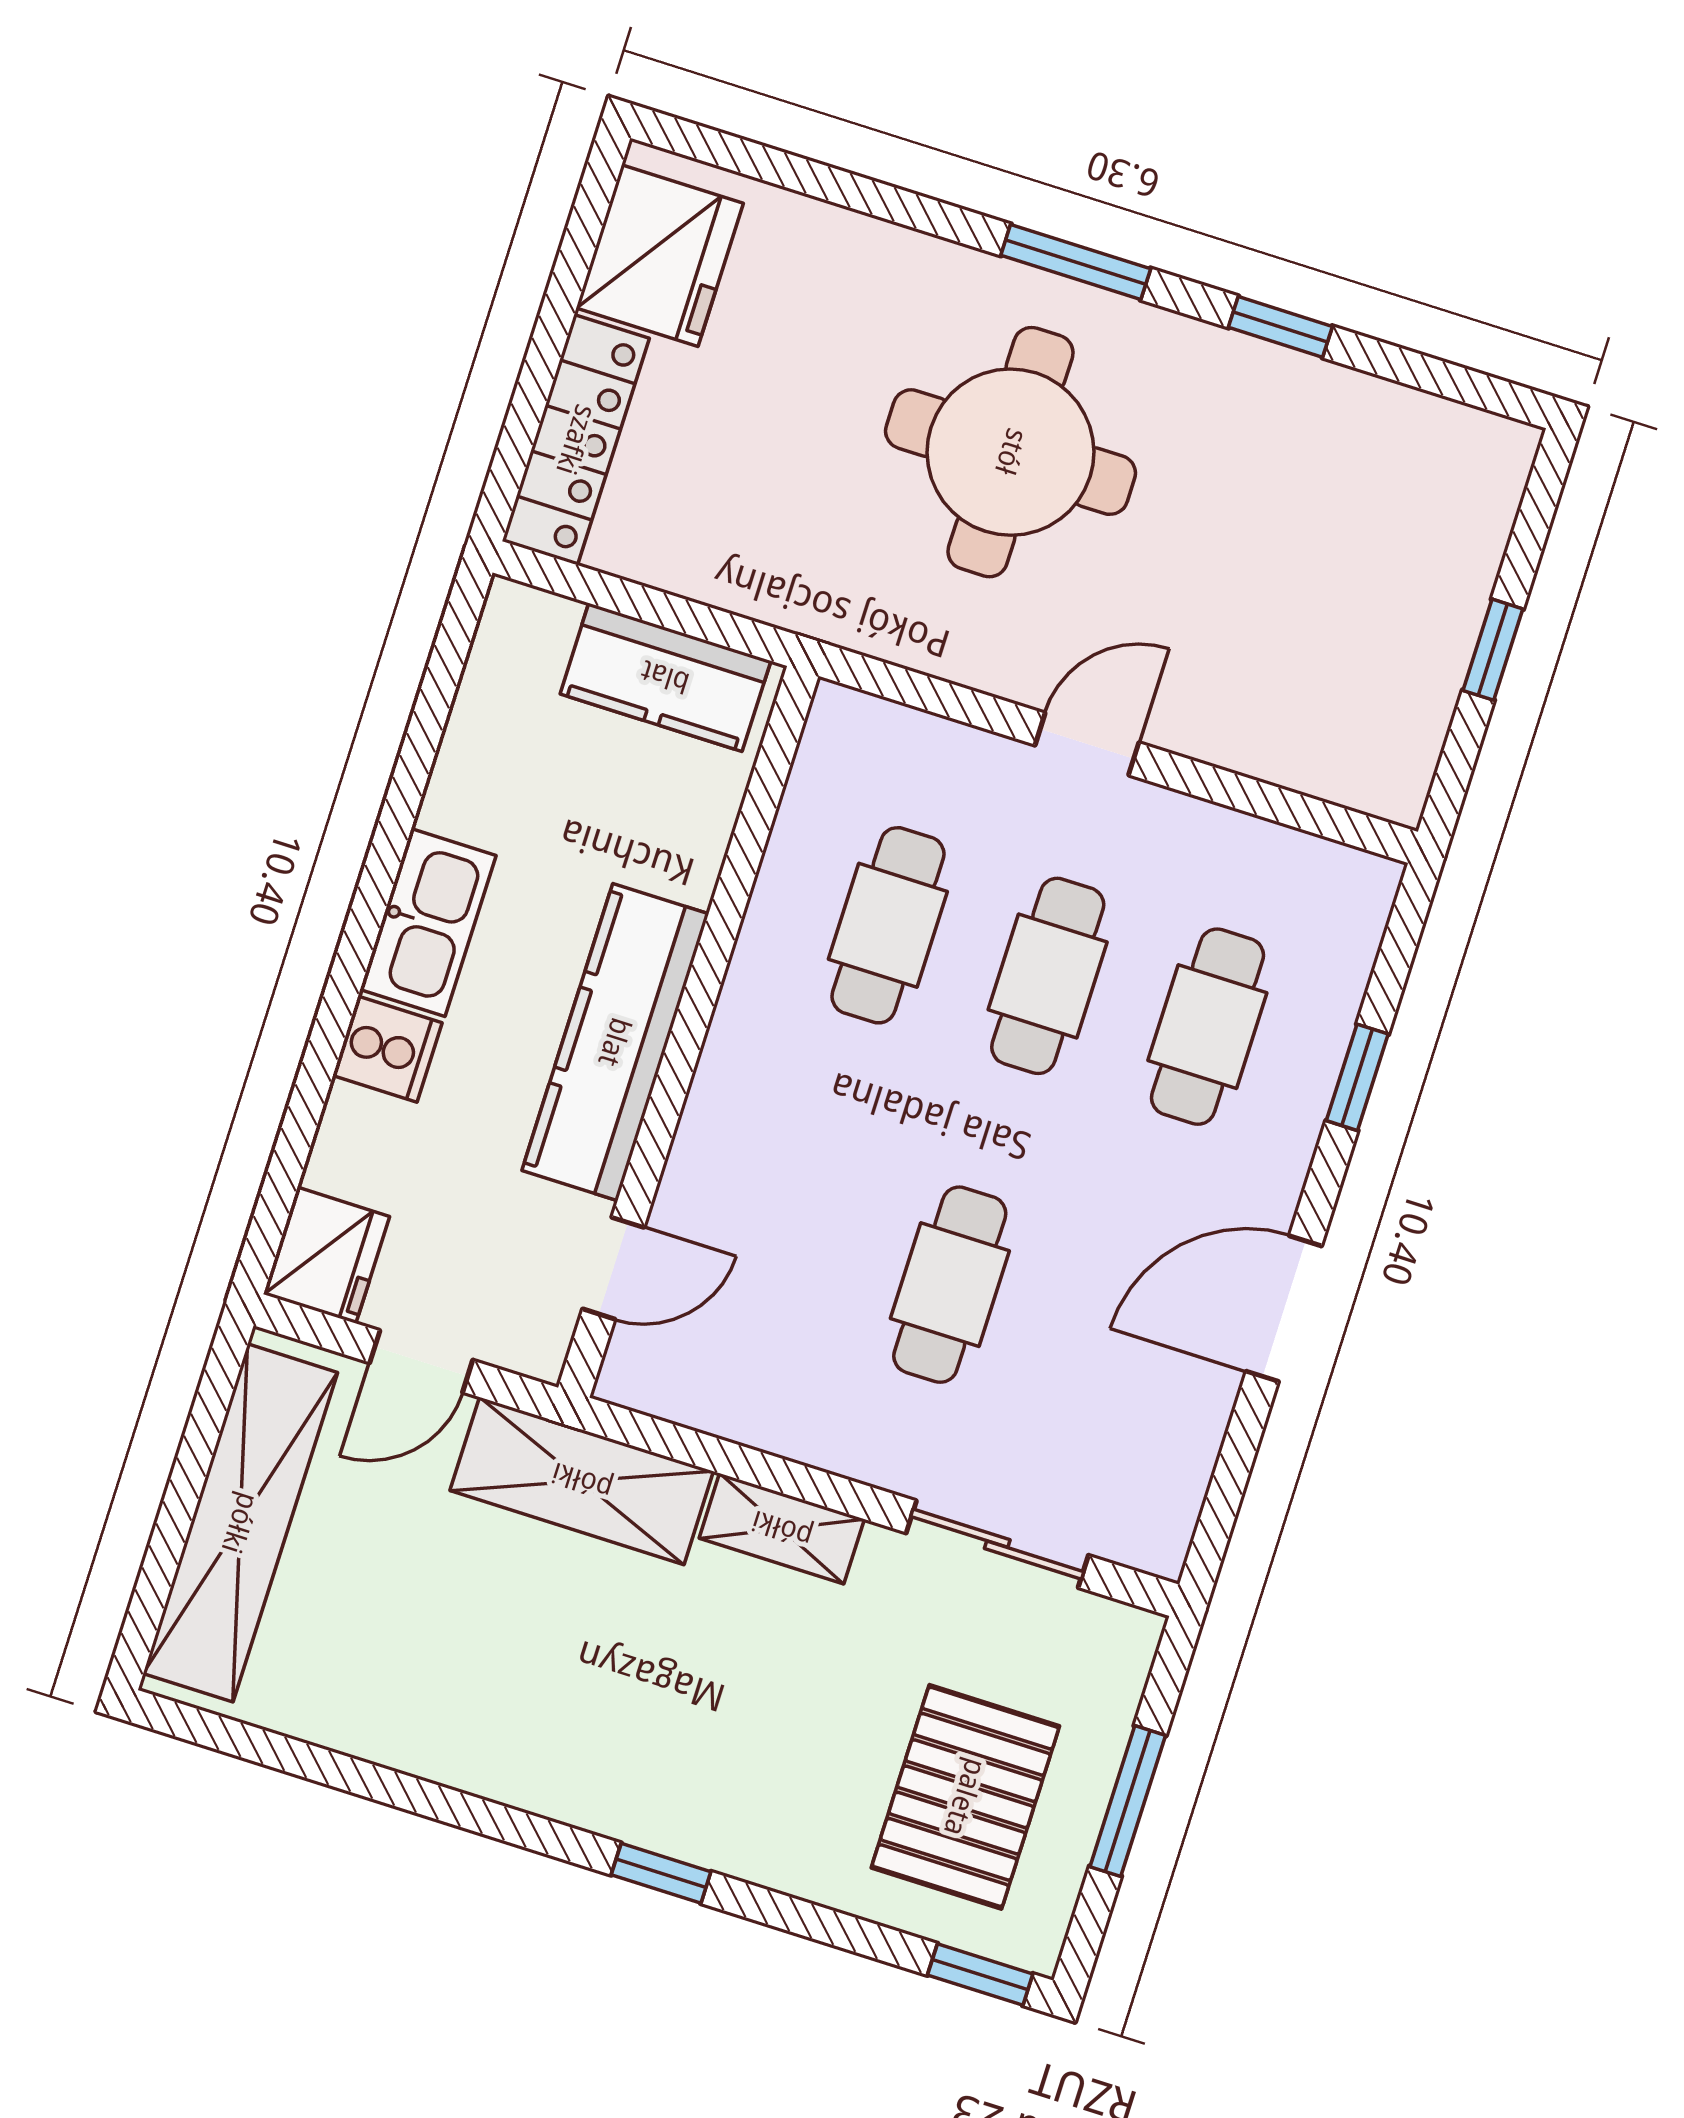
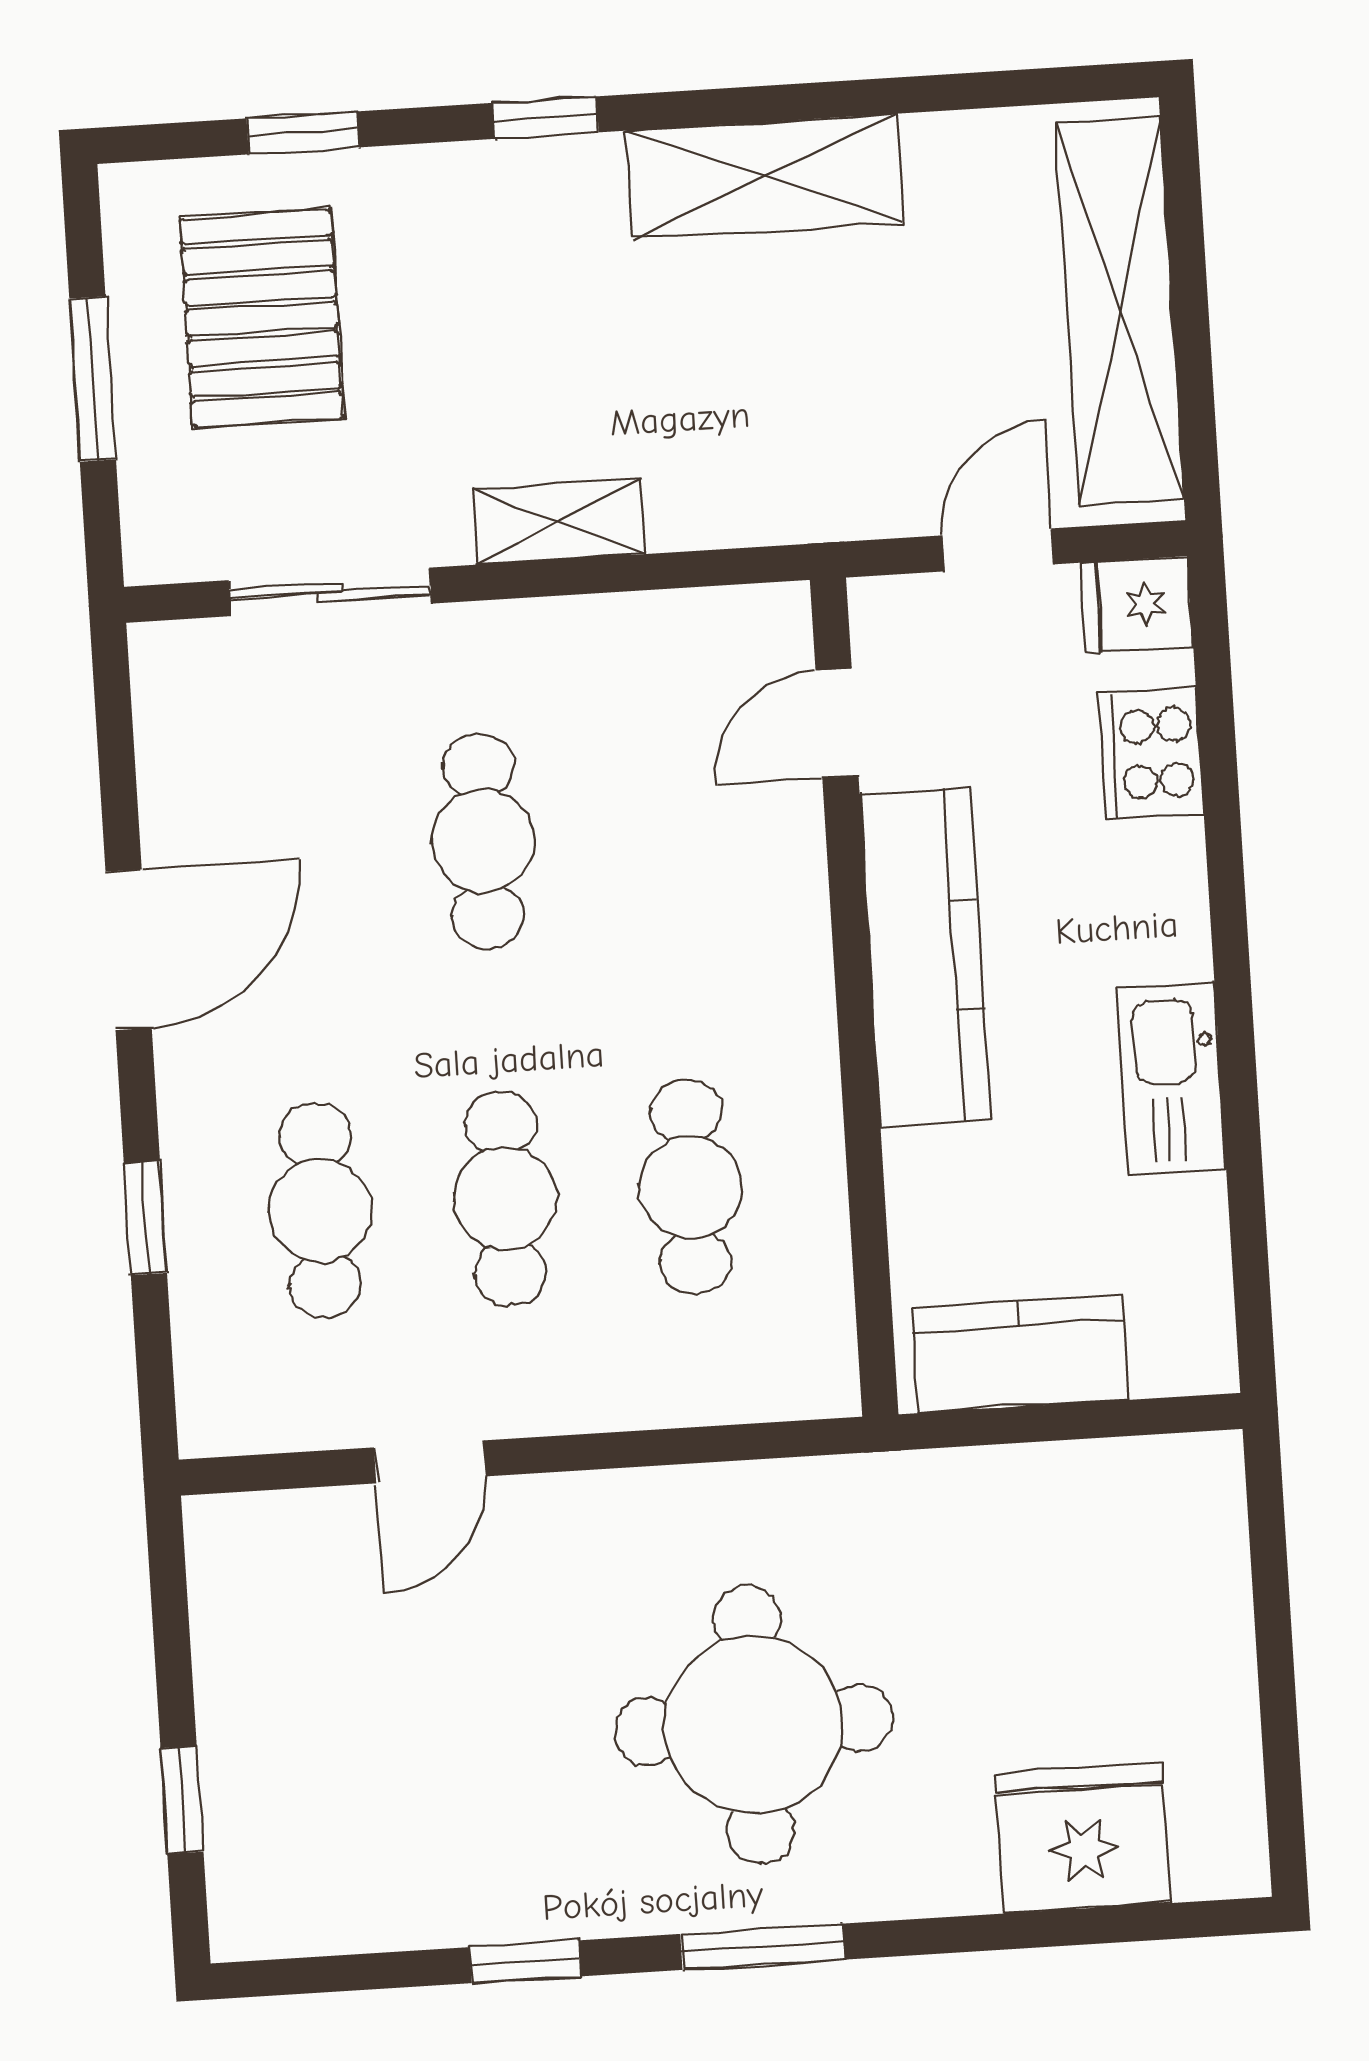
fridge: (660, 256) -> (1083, 1838), moved, turned 90
locker: (576, 440) -> (1207, 1563), removed
window: (1493, 650) -> (182, 1800), moved
door: (1087, 744) -> (430, 1462), moved
kitchen sink: (428, 923) -> (1171, 1079), moved
cooker: (387, 1049) -> (1151, 754), moved, width x1.36
fridge: (327, 1255) -> (1137, 604), width x0.72
shelving: (582, 1481) -> (765, 176), moved
window: (980, 1974) -> (303, 133), moved

